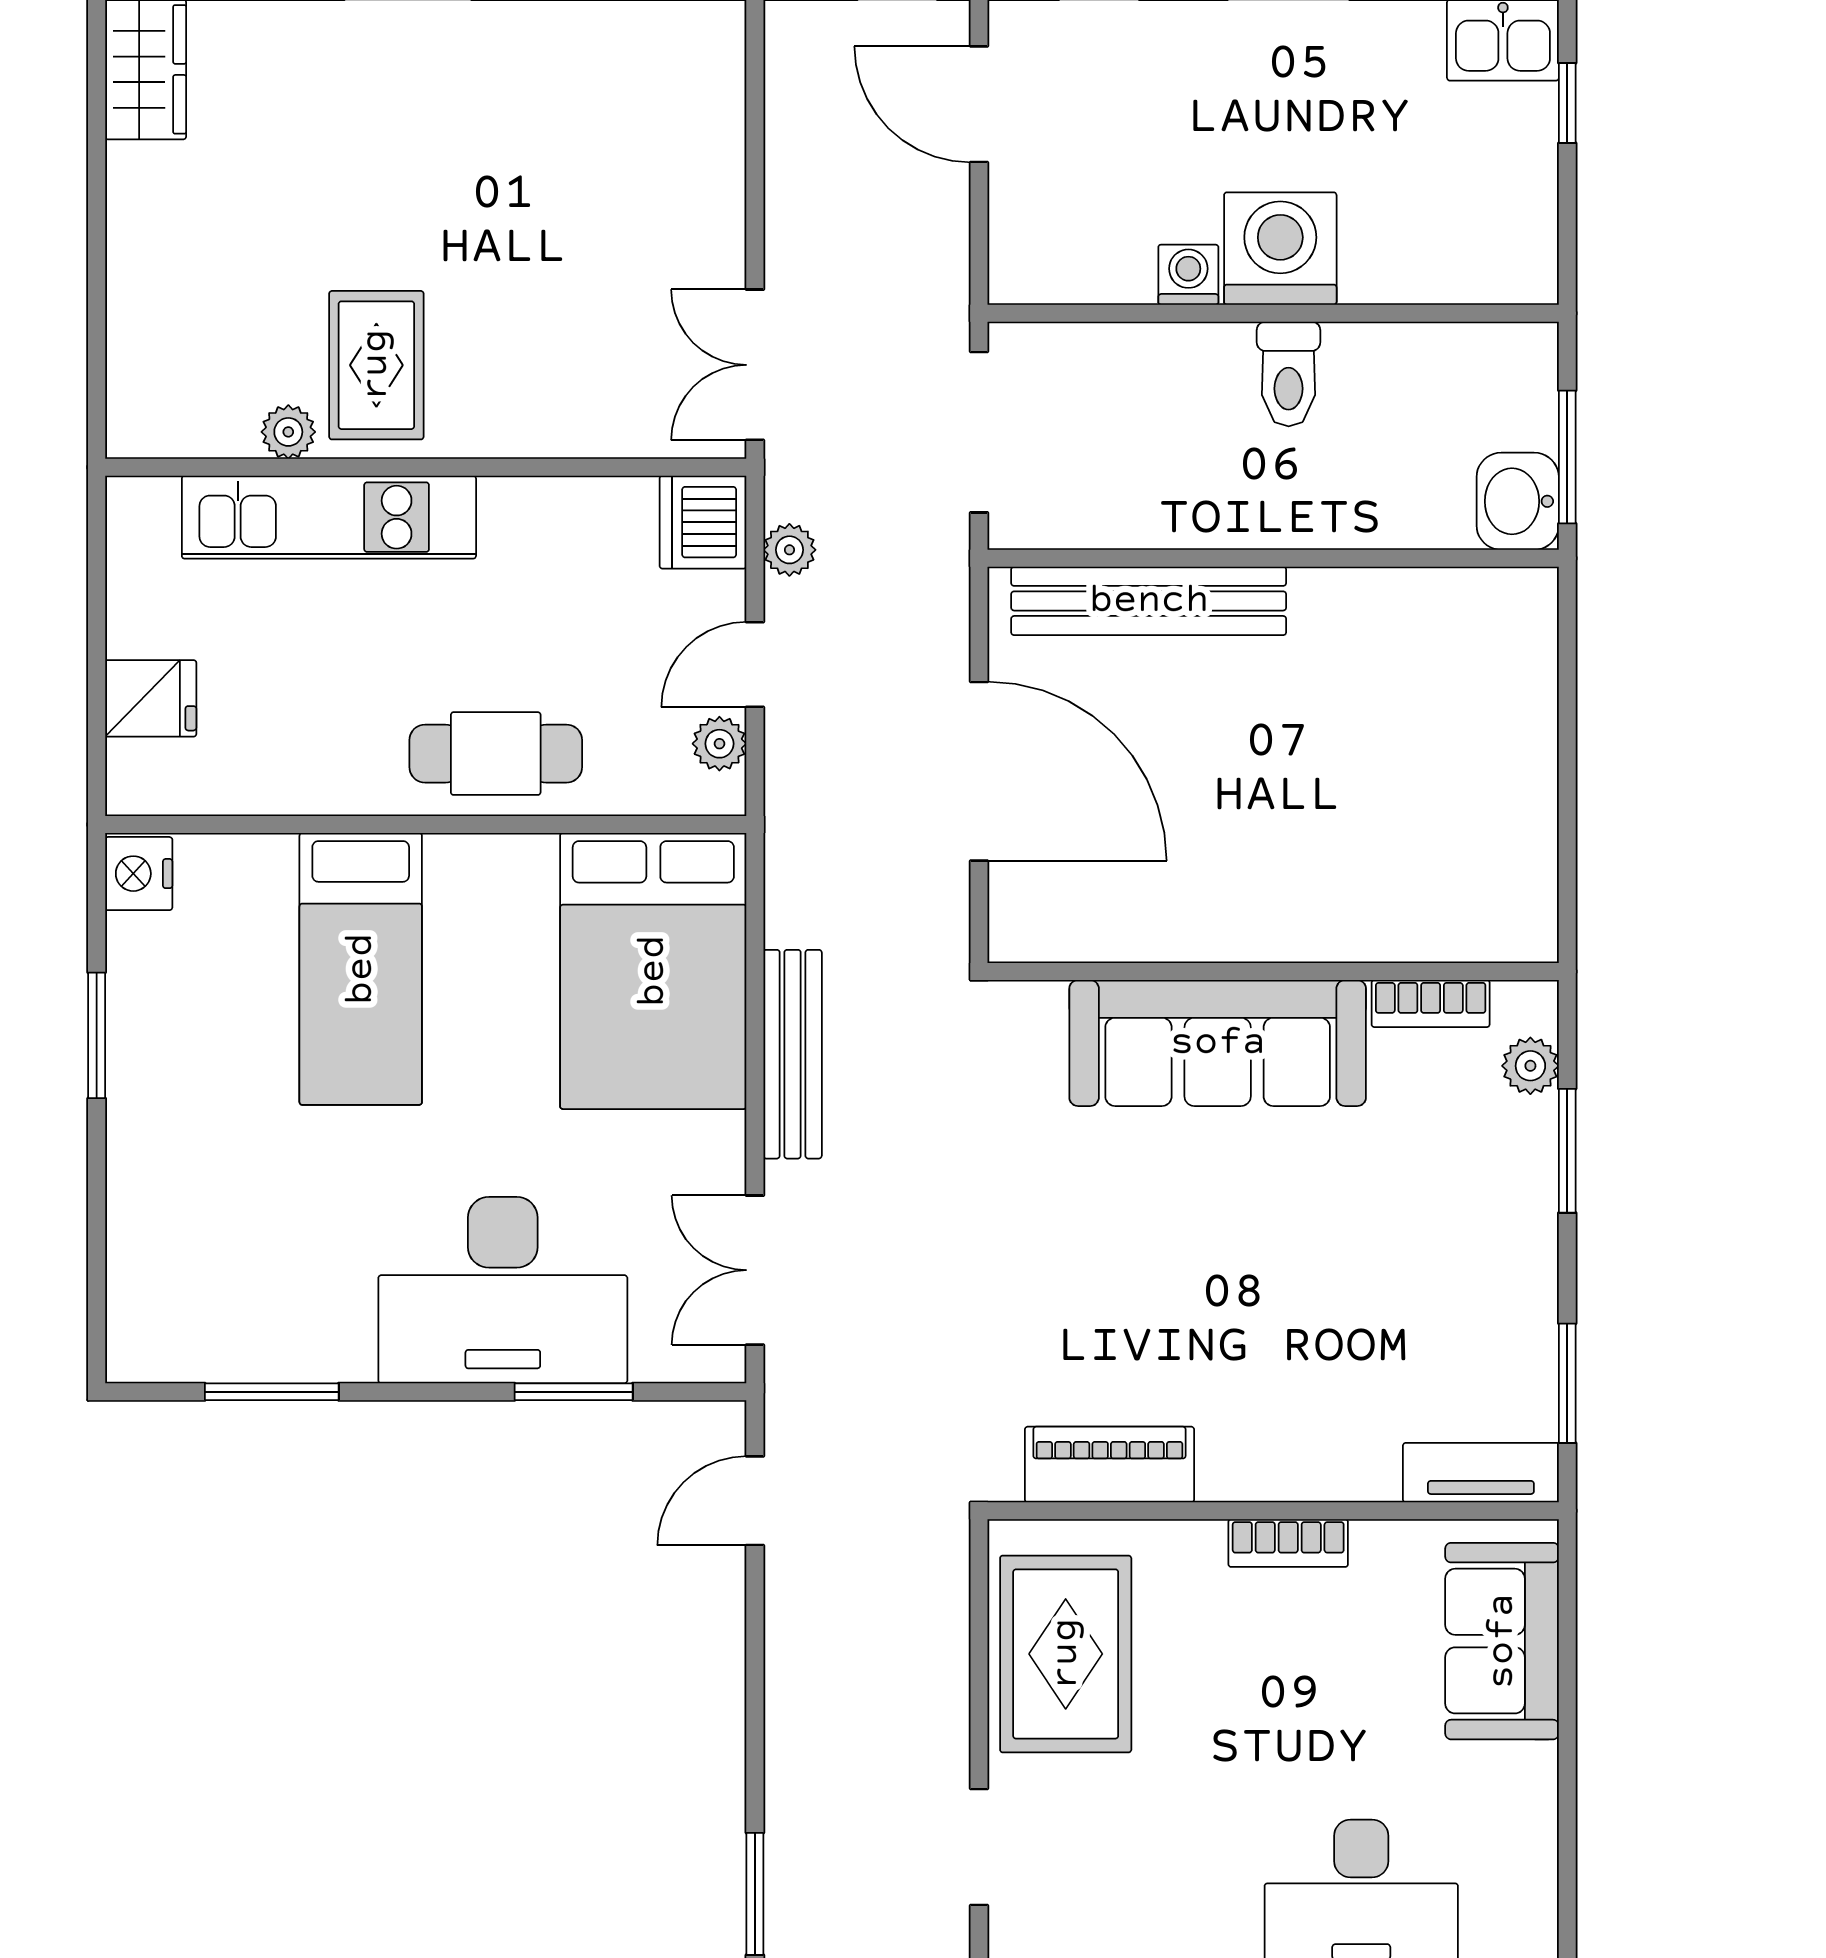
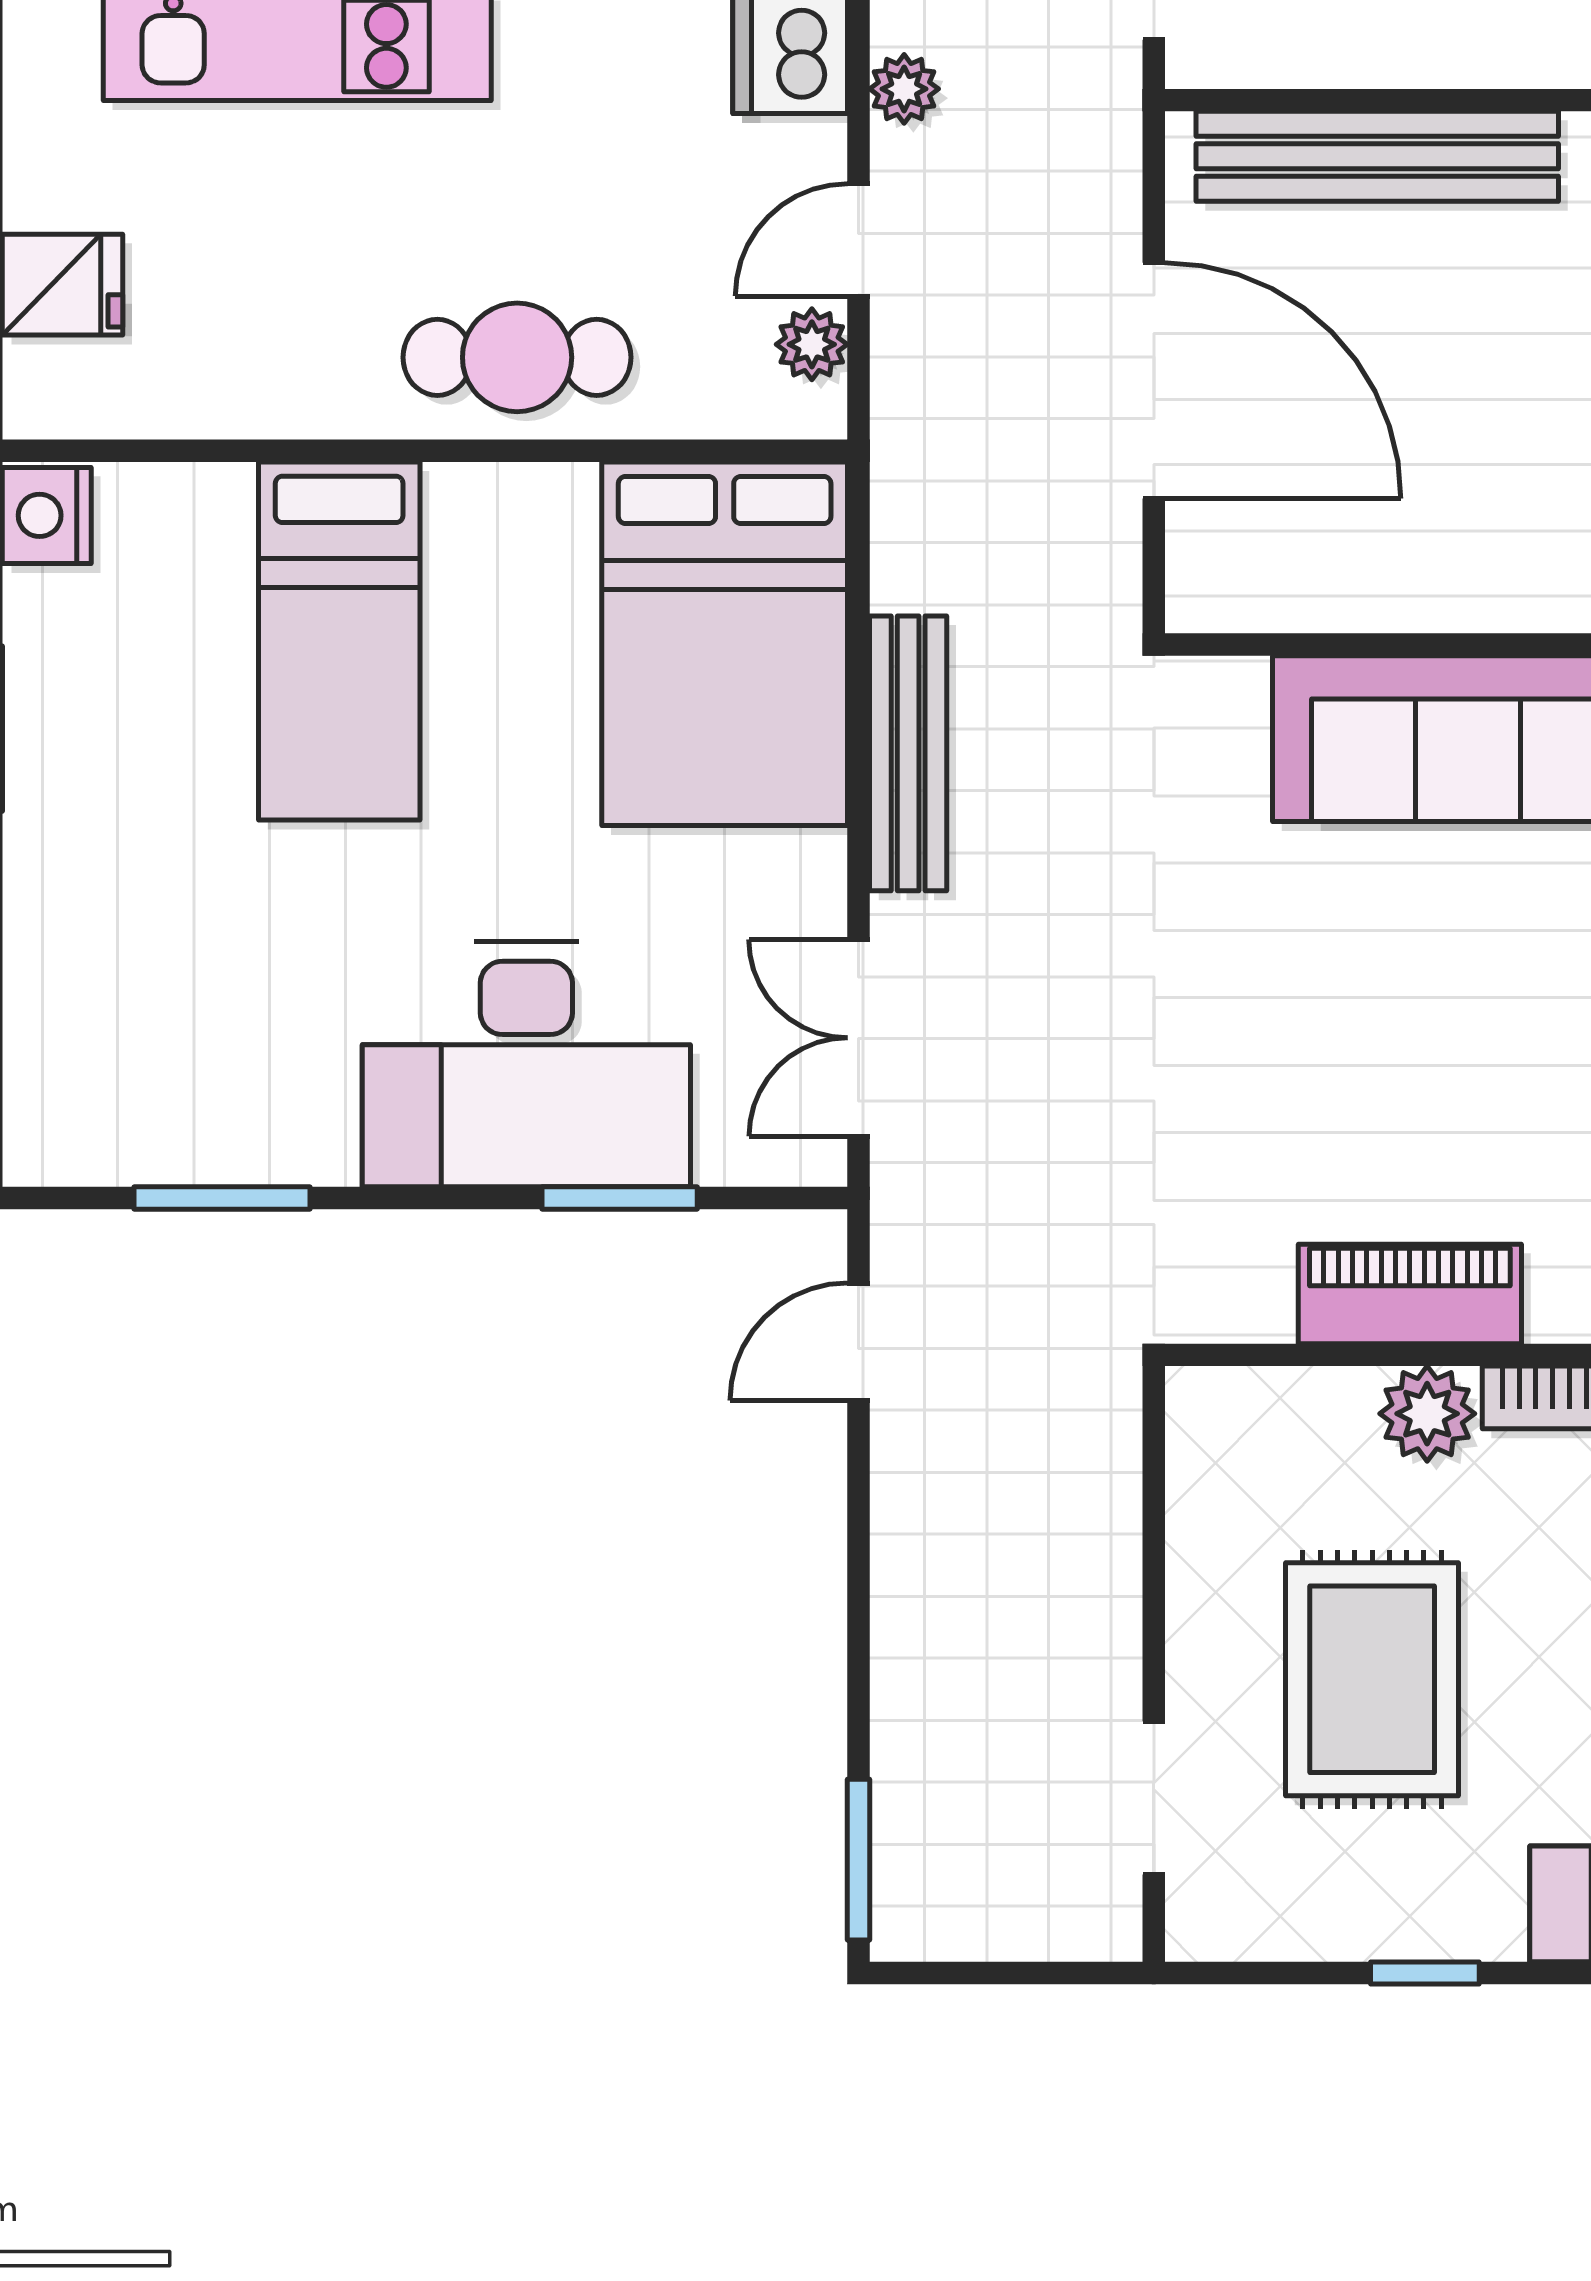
piano: (1109, 1465) -> (1410, 1294), moved
plant: (1187, 1555) -> (1427, 1414), added
rug: (1066, 1654) -> (1372, 1679), moved

